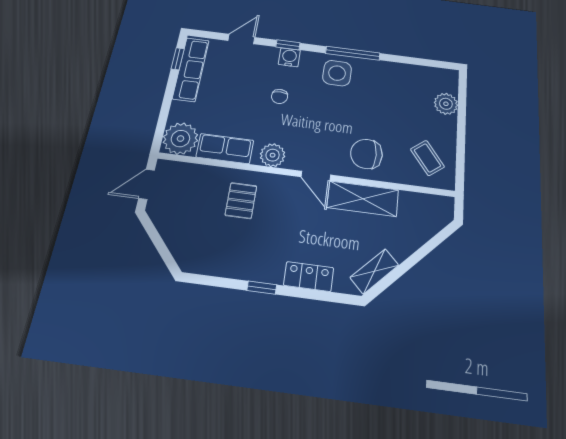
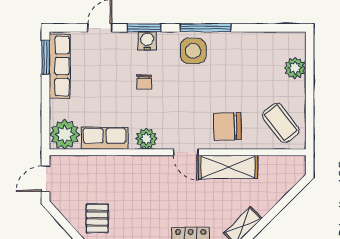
window: (288, 45) -> (144, 28), width x1.50
window: (178, 59) -> (46, 57), width x1.50
coffee table: (427, 158) -> (281, 123), width x1.36, depth x1.30
pallet: (241, 201) -> (97, 218), moved

